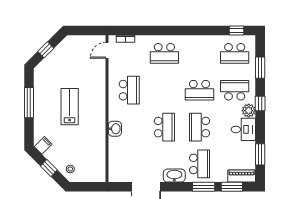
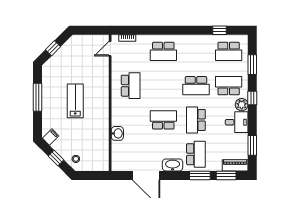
window: (236, 31) -> (219, 30), moved
school desk: (164, 127) -> (163, 120), turned -90
washbasin: (115, 129) -> (117, 133), moved

